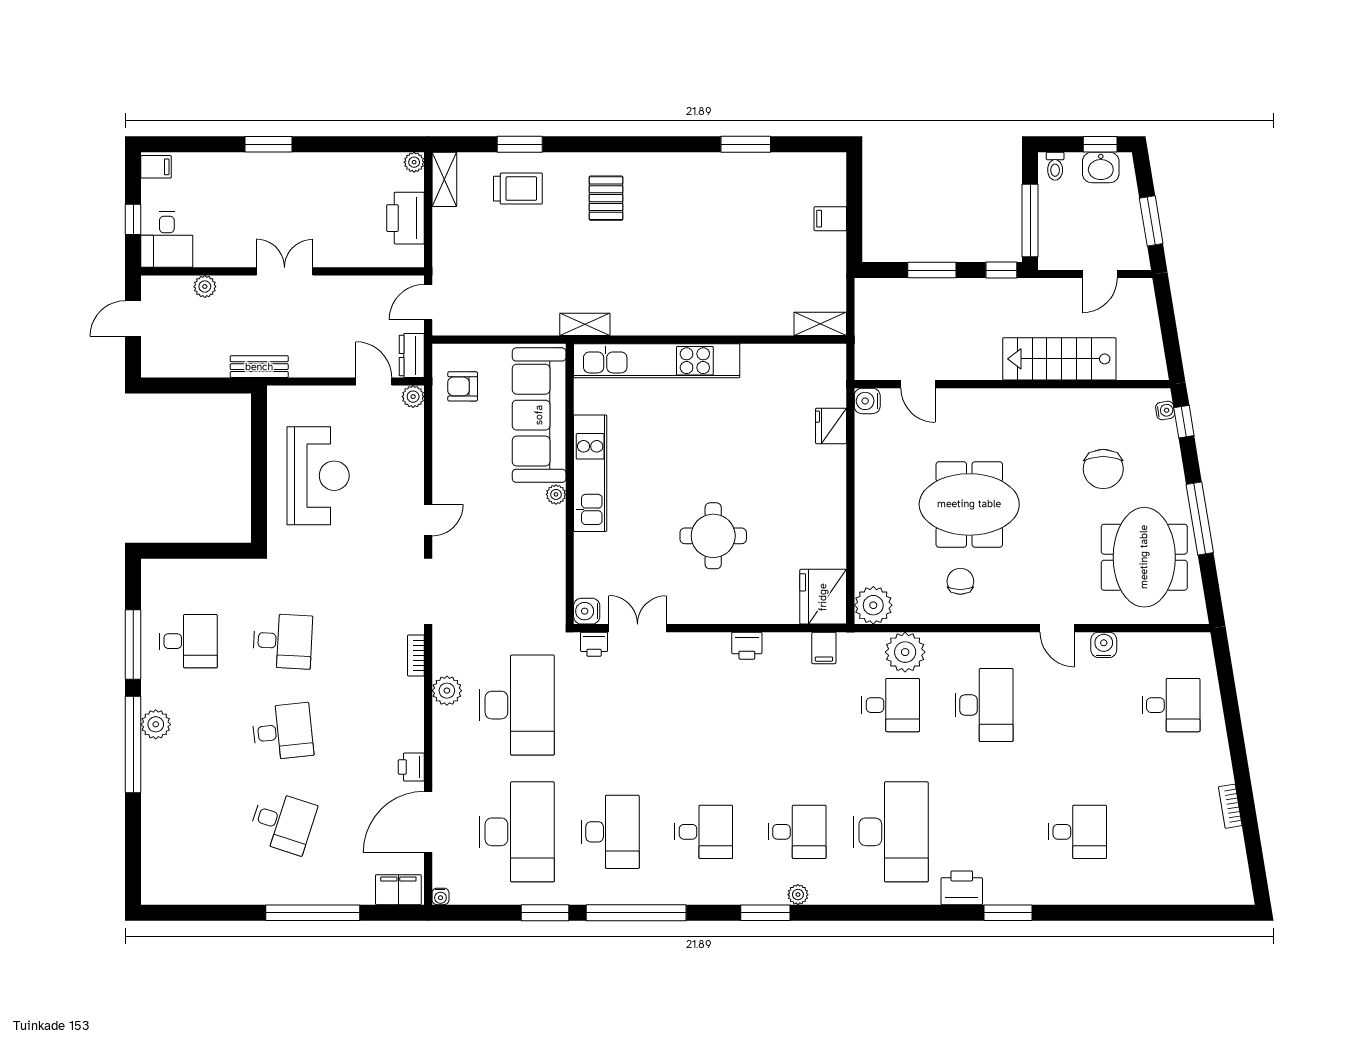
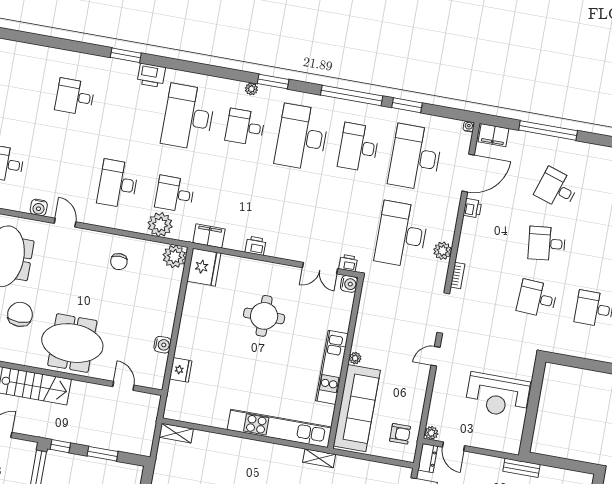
water cooler: (867, 401) -> (162, 345), moved
reception desk: (318, 476) -> (498, 395), turned -90
meeting table: (969, 504) -> (72, 343), moved
filing cabinet: (824, 648) -> (209, 236), width x2.00
desk: (704, 832) -> (302, 137), width x1.87, depth x1.30

